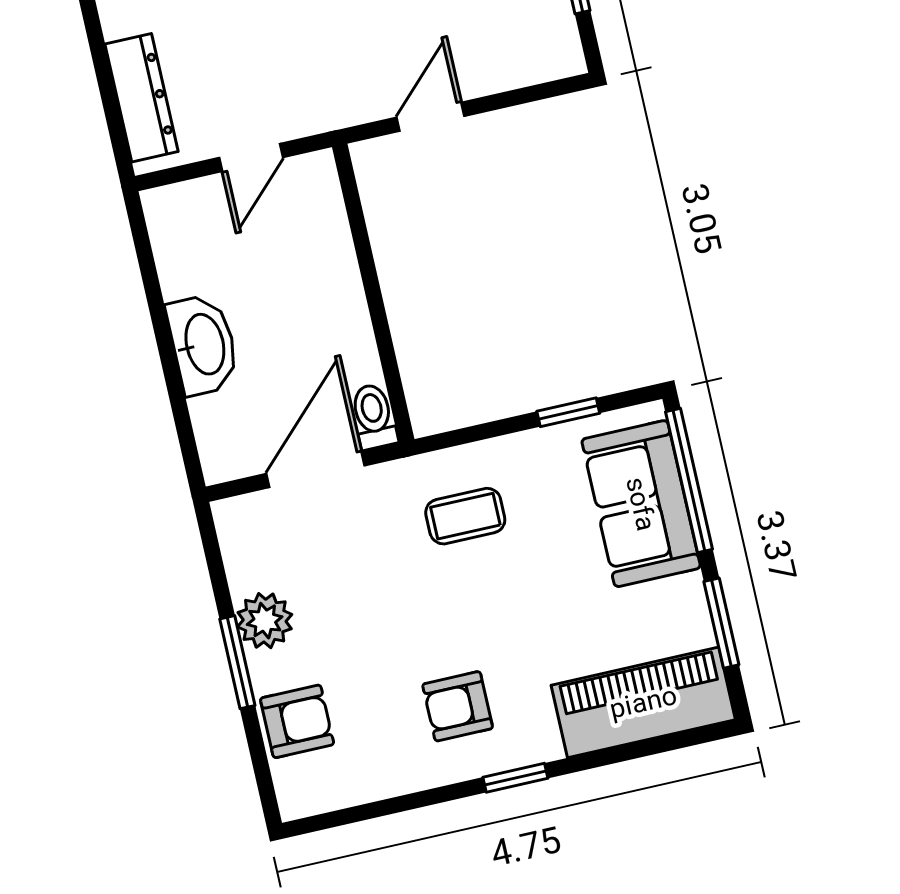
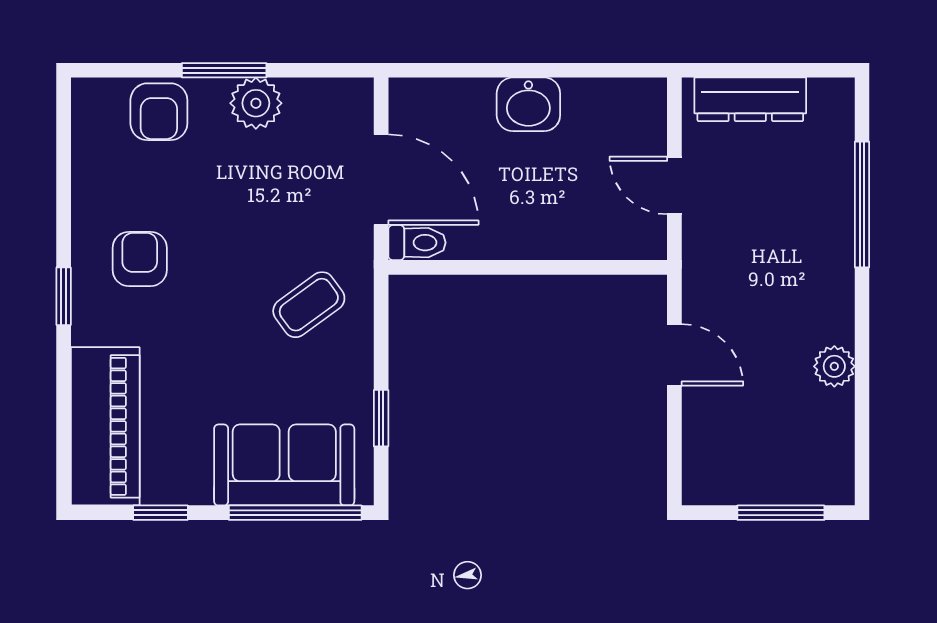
washbasin: (203, 345) -> (528, 104), width x0.72
coffee table: (465, 516) -> (309, 305), turned 54
window: (721, 623) -> (161, 513), width x0.67

